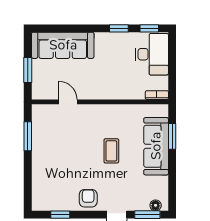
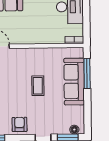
window: (172, 136) -> (87, 73), width x1.44

